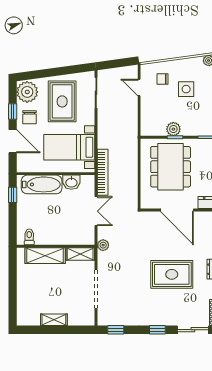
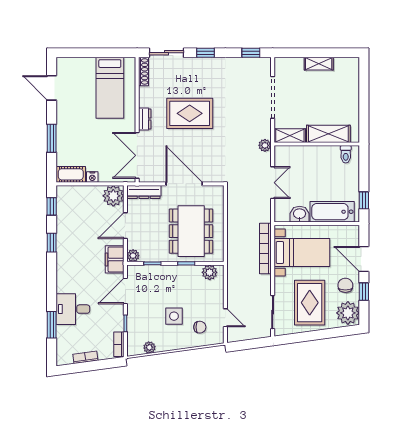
plant: (173, 129) -> (210, 272), moved
bookcase: (103, 172) -> (265, 249), moved
double door: (96, 211) -> (273, 183), swing flipped

